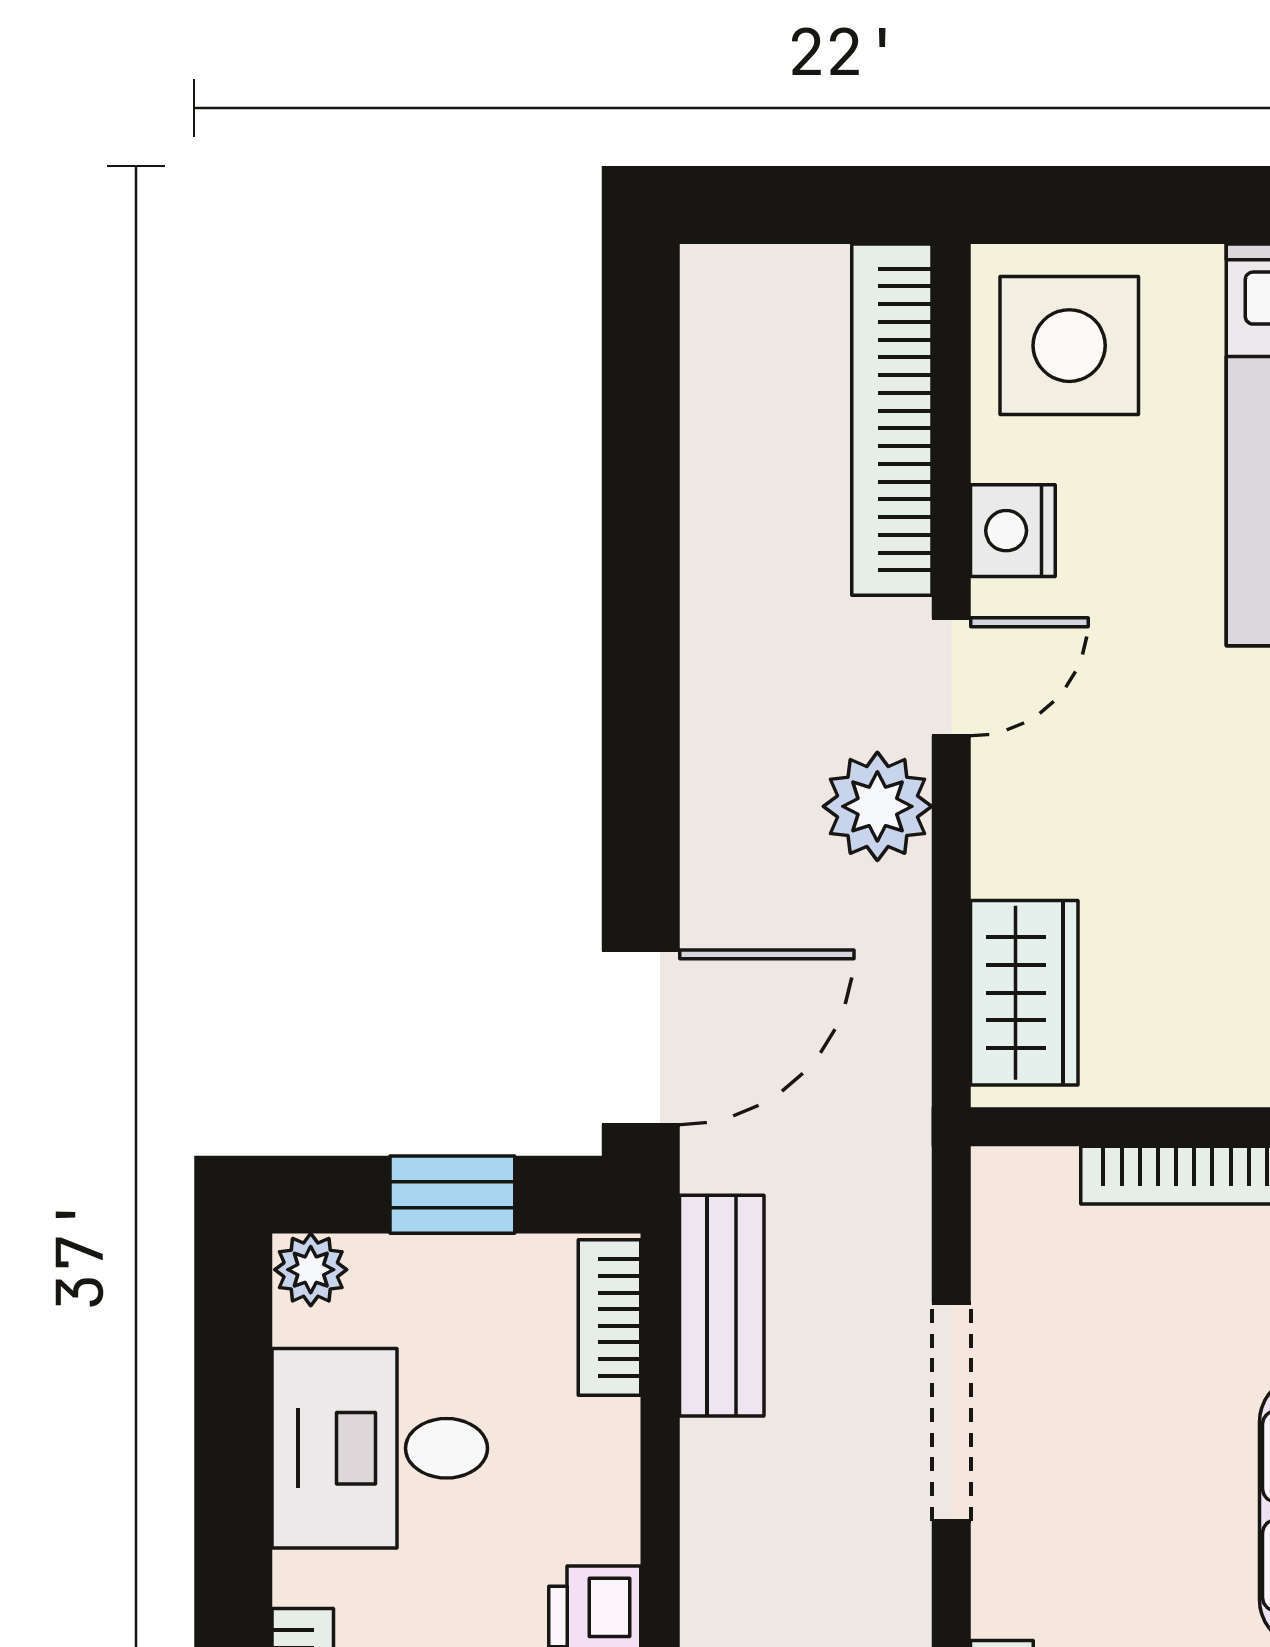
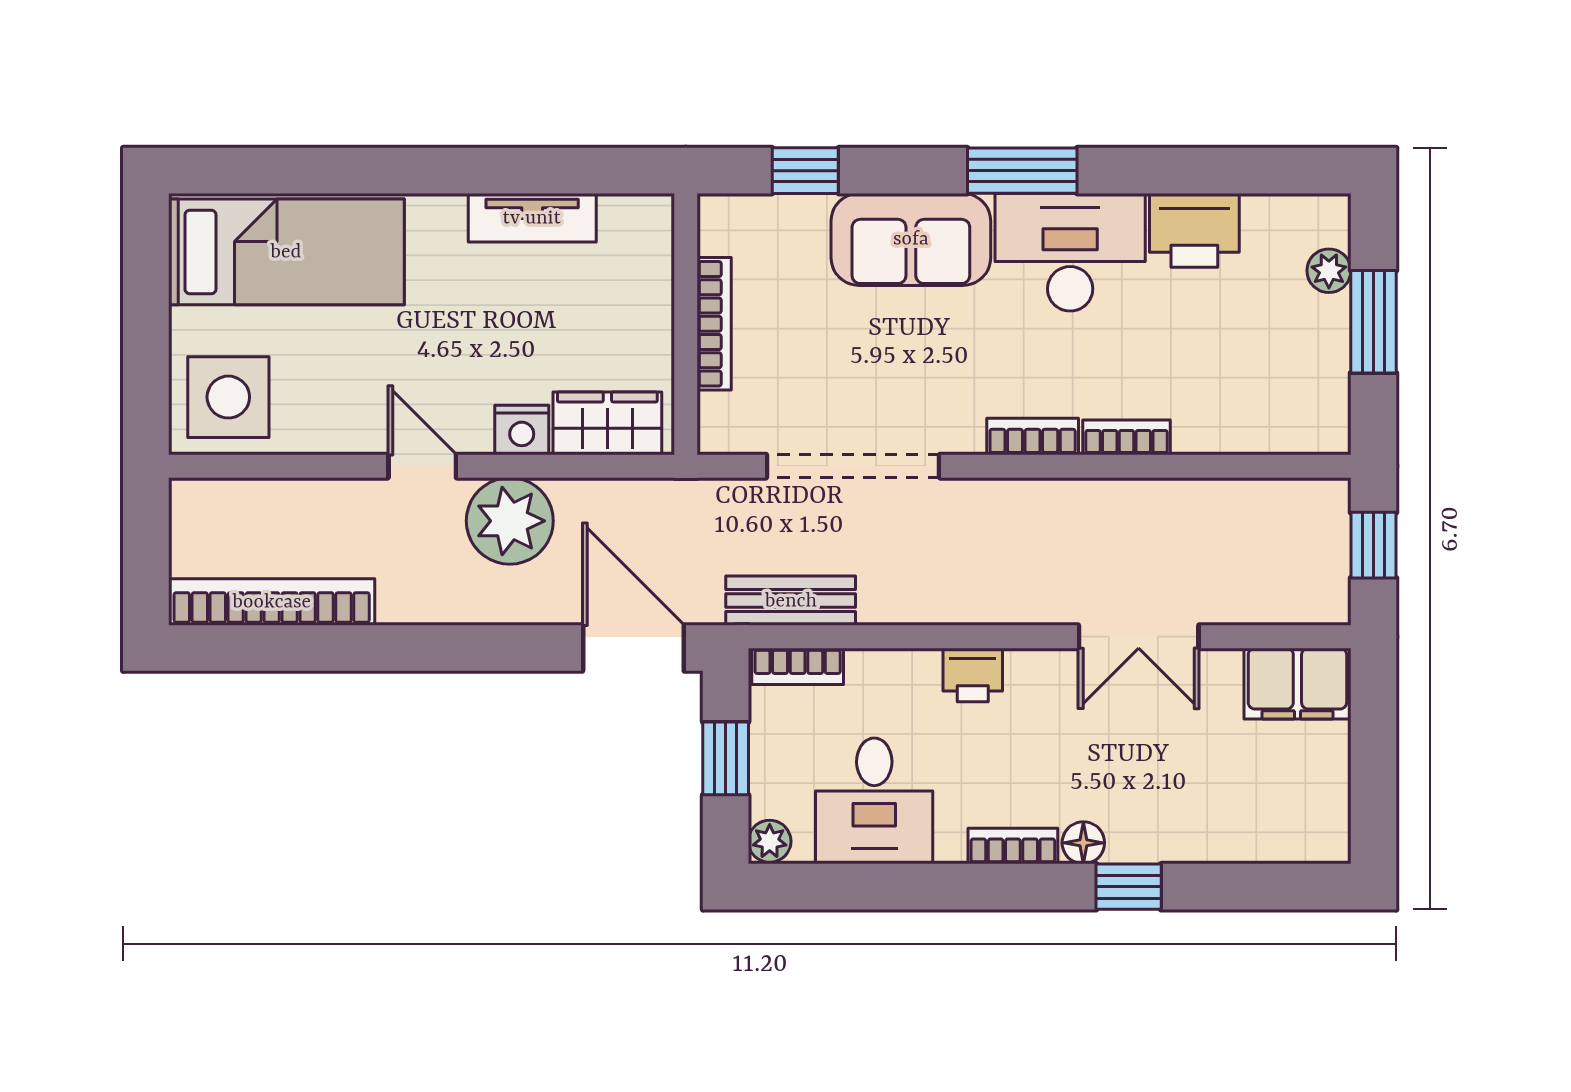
bookcase: (892, 420) -> (272, 602), moved, turned 180
nightstand: (1013, 531) -> (522, 430), moved
plant: (877, 806) -> (510, 521), width x1.36, depth x1.36
doorway: (951, 1412) -> (853, 466), width x1.36

